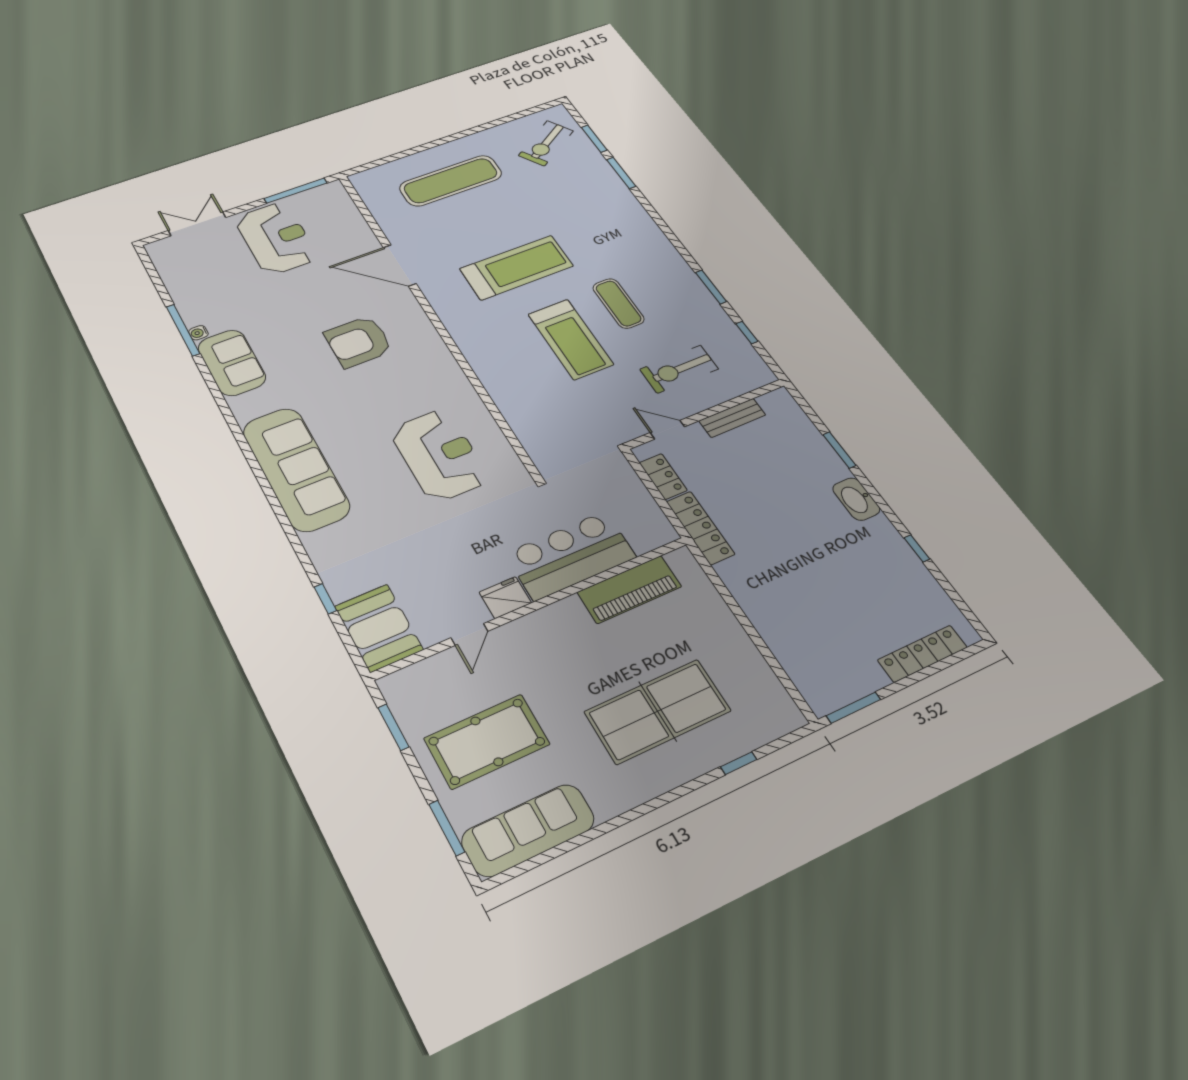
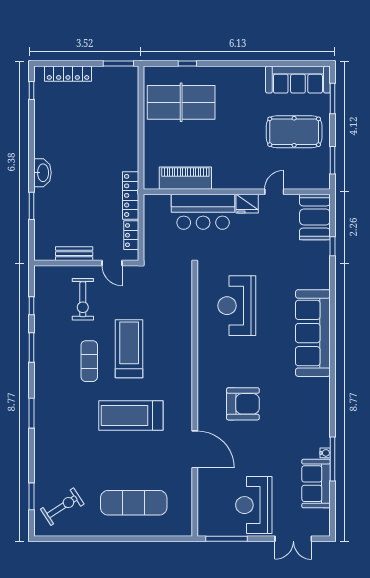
window: (621, 173) -> (32, 413), moved
sofa: (232, 363) -> (316, 484), moved
exercise bike: (679, 369) -> (83, 299), turned 90
window: (917, 548) -> (32, 91), moved
table tennis table: (658, 711) -> (181, 102), moved

